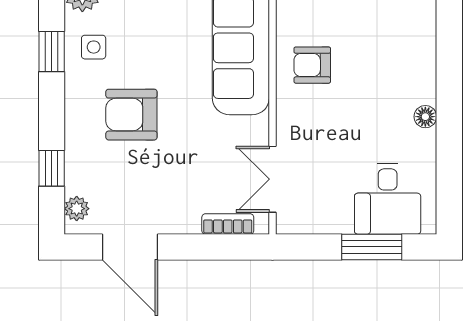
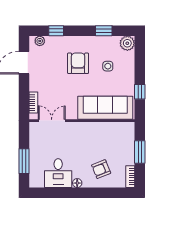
side table: (94, 47) -> (108, 66), moved
armchair: (312, 65) -> (101, 169), moved, turned -112
desk: (388, 199) -> (58, 173), moved, turned -90

